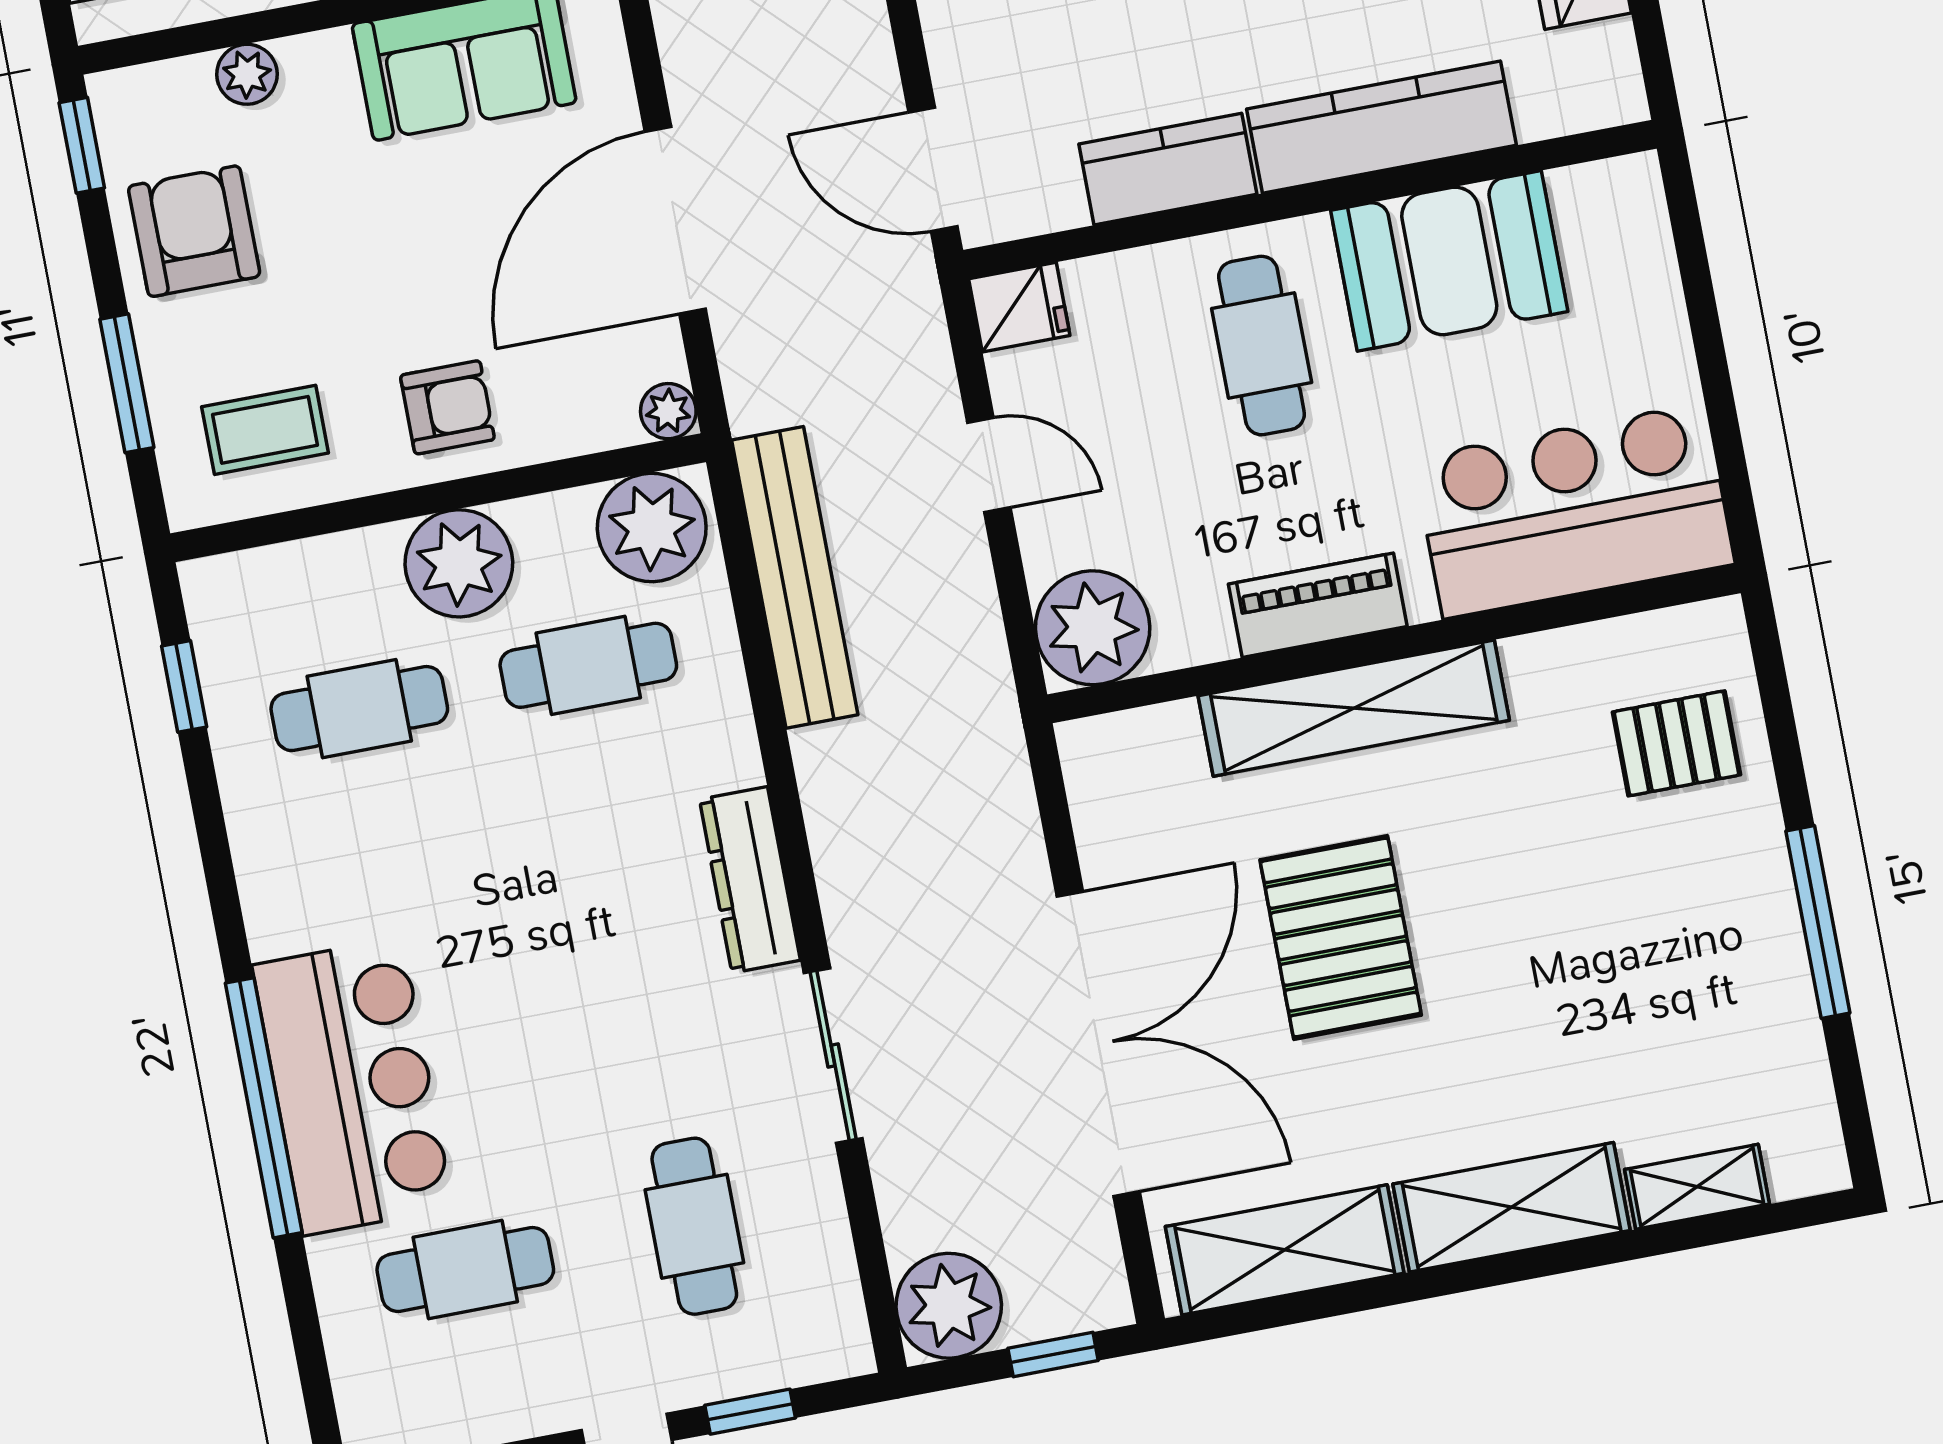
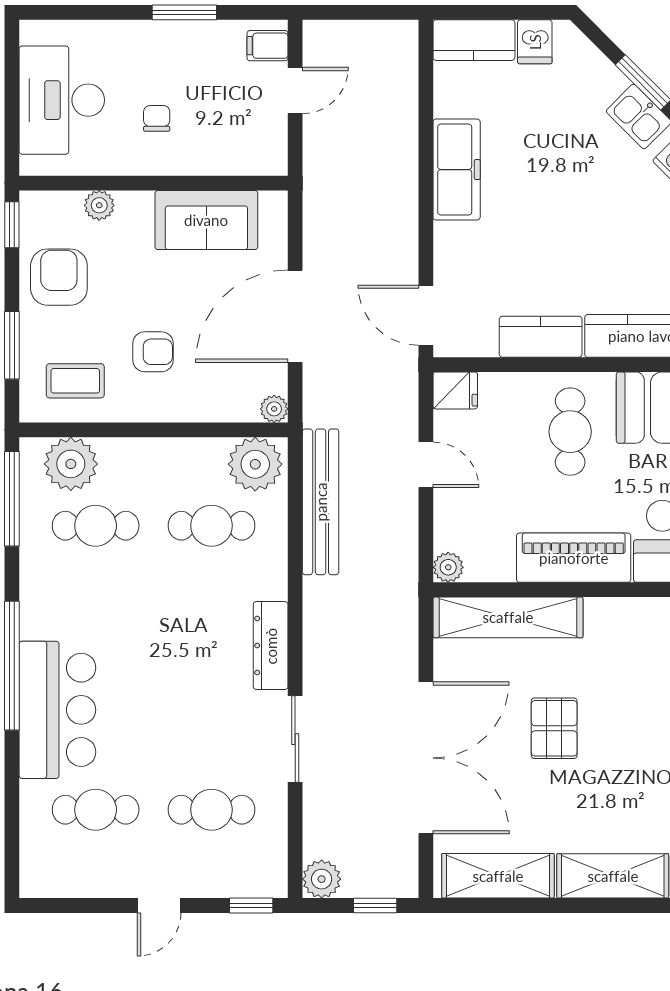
armchair: (447, 407) -> (153, 352), moved
plant: (459, 563) -> (71, 464), moved
piano: (1318, 605) -> (574, 558), width x1.37, depth x1.33
plant: (1093, 628) -> (448, 567), width x0.53, depth x0.53
window: (184, 686) -> (12, 499), width x2.17
shelving: (1354, 708) -> (508, 617), moved
pallet: (1341, 937) -> (554, 728), width x0.67, depth x0.71
window: (264, 1108) -> (12, 666), moved
cafe table: (694, 1226) -> (212, 810), turned 90
plant: (949, 1306) -> (322, 879), width x0.73, depth x0.73
window: (750, 1412) -> (251, 906), moved

